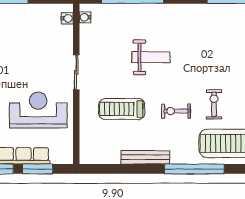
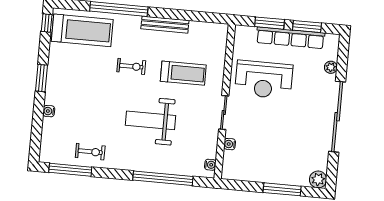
water cooler: (67, 18) -> (230, 144), moved
weight bench: (151, 57) -> (150, 120), width x1.36, depth x1.33
exercise bike: (214, 104) -> (90, 152), moved, turned -90

